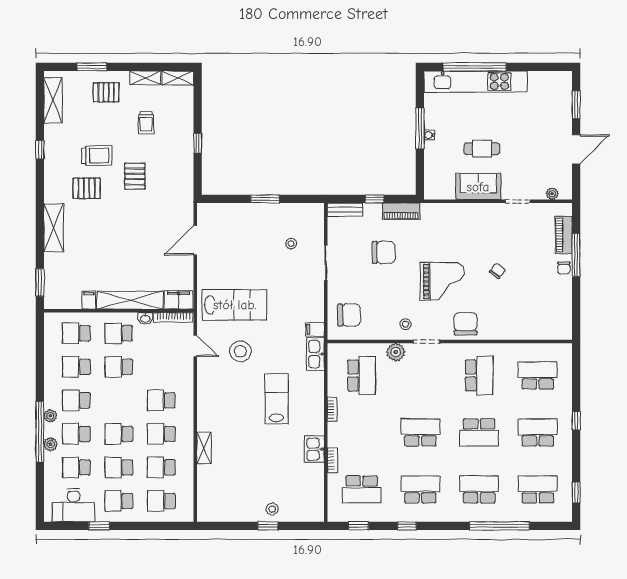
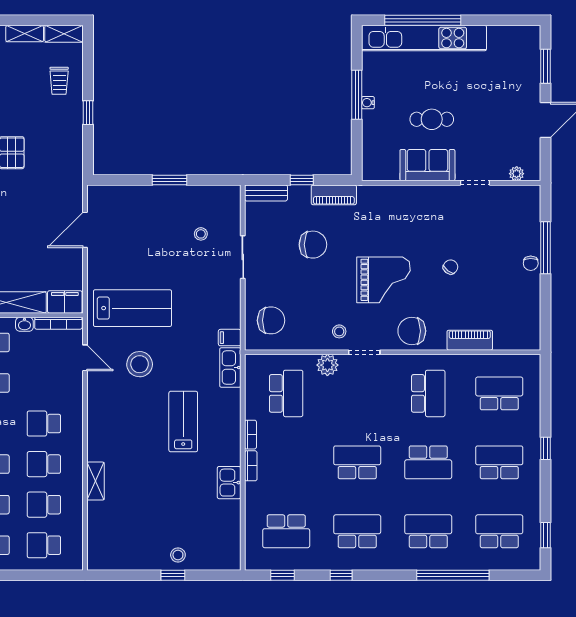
trolley: (146, 123) -> (59, 81), moved
piano: (564, 235) -> (470, 340), moved, turned 90
chair: (466, 324) -> (412, 331), turned -90
bookcase: (332, 460) -> (251, 466), moved

